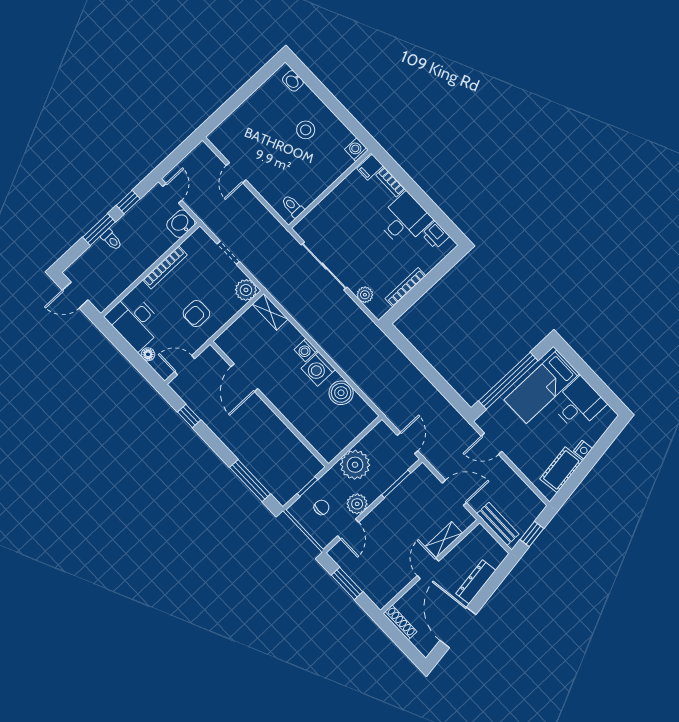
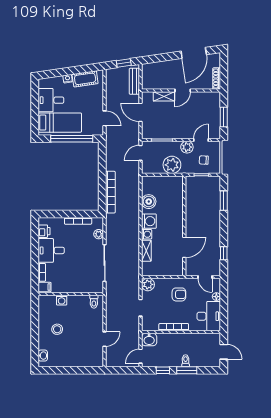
washing machine: (356, 150) -> (62, 300), moved
shelving: (270, 312) -> (146, 251), moved
bookcase: (399, 360) -> (110, 192), added
window: (250, 481) -> (224, 201), width x0.69
dresser: (476, 582) -> (167, 65), removed

